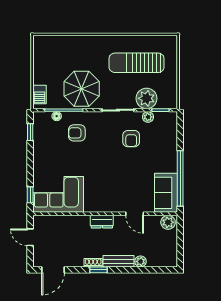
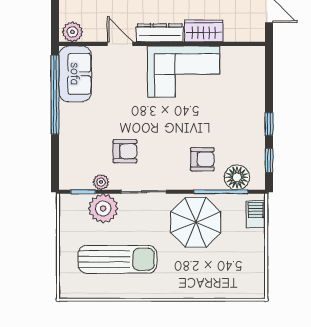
floor lamp: (57, 116) -> (237, 177), width x1.89, depth x1.89
armchair: (131, 139) -> (125, 151), turned 90
corner sofa: (58, 194) -> (184, 72), moved
window: (30, 195) -> (269, 124), moved
dresser: (102, 222) -> (160, 33), width x1.44
wardrobe: (76, 223) -> (204, 31), added

